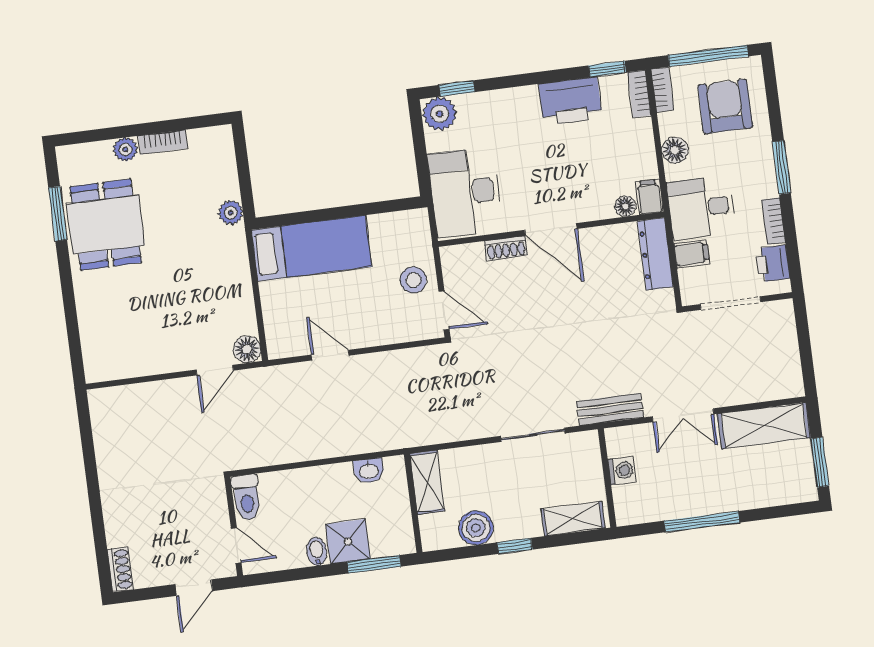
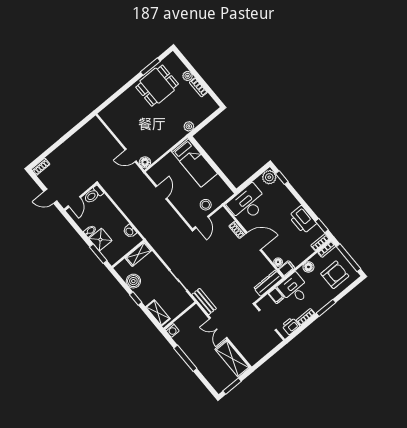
door: (551, 229) -> (254, 241), swing flipped
washing machine: (622, 471) -> (172, 330), moved

